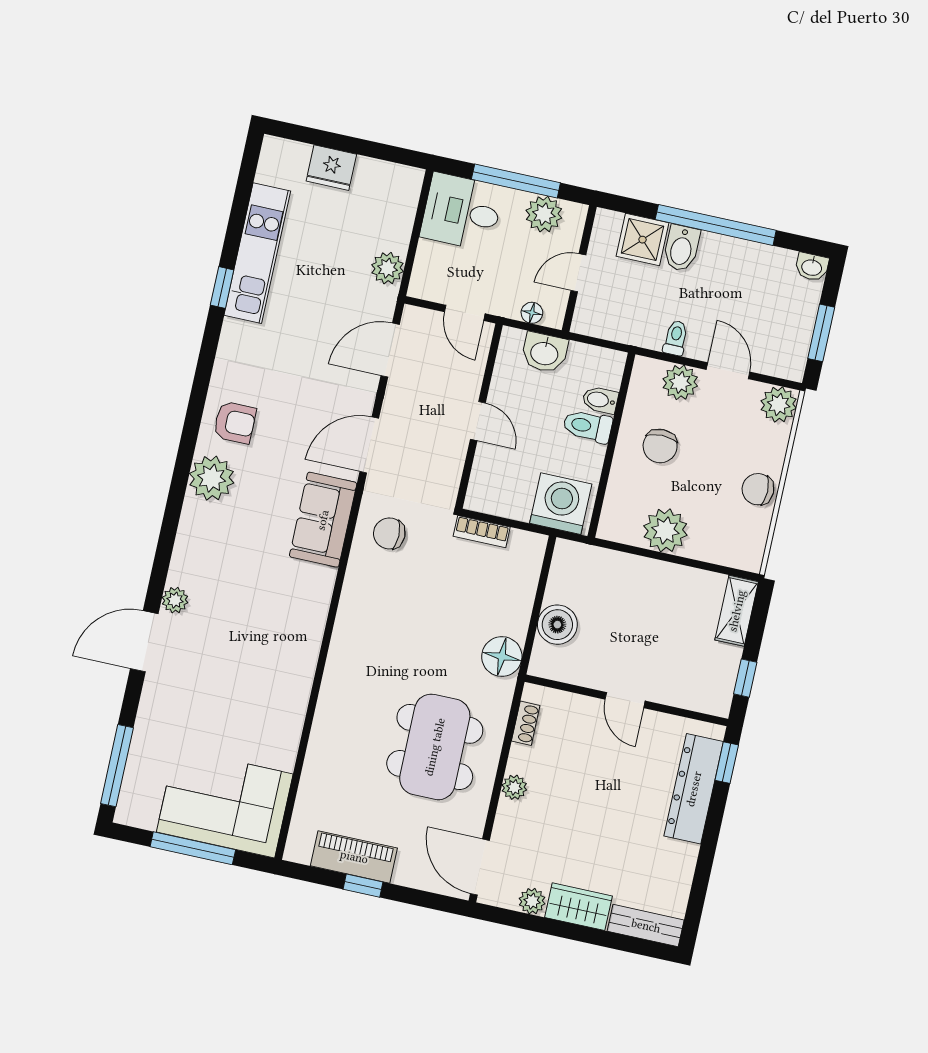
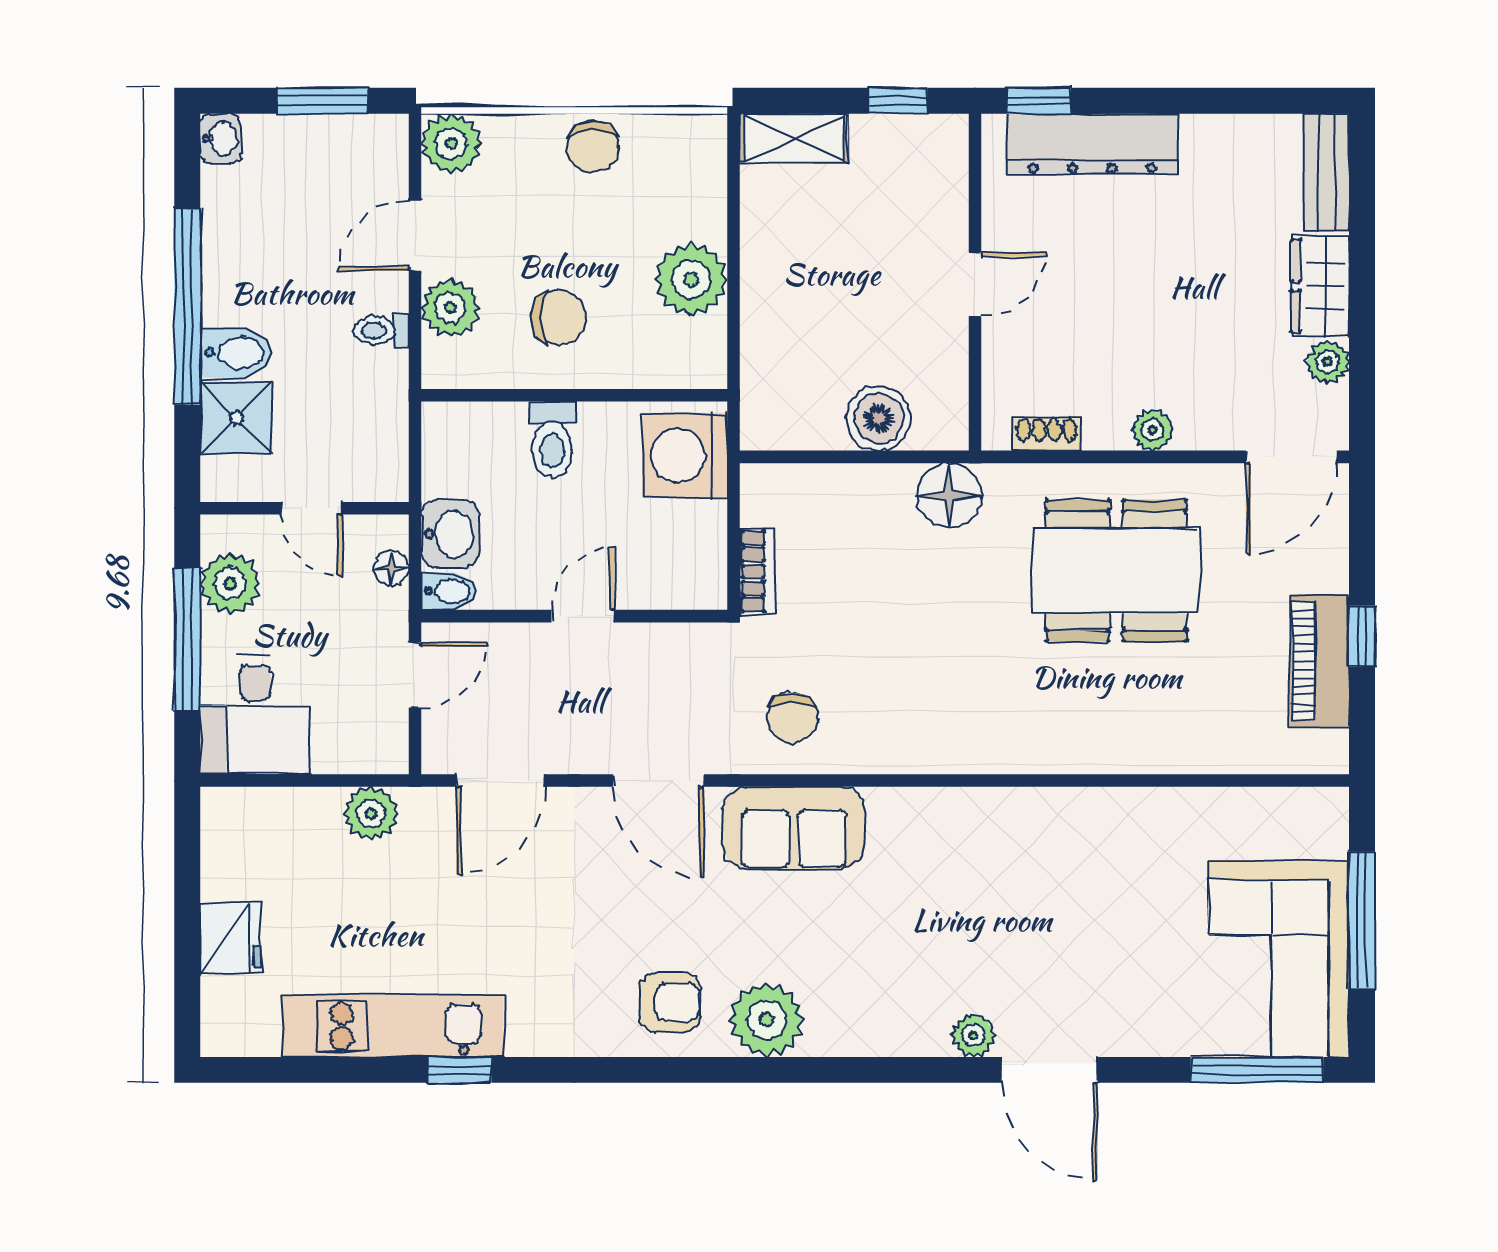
door: (390, 350) -> (500, 781), hinge flipped
bidet: (600, 400) -> (449, 591), moved, turned -90
armchair: (235, 422) -> (670, 1002), turned 90
corner sofa: (225, 803) -> (1279, 958), moved

